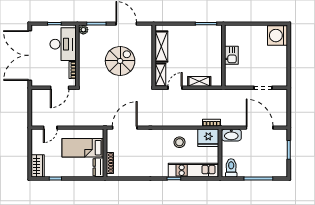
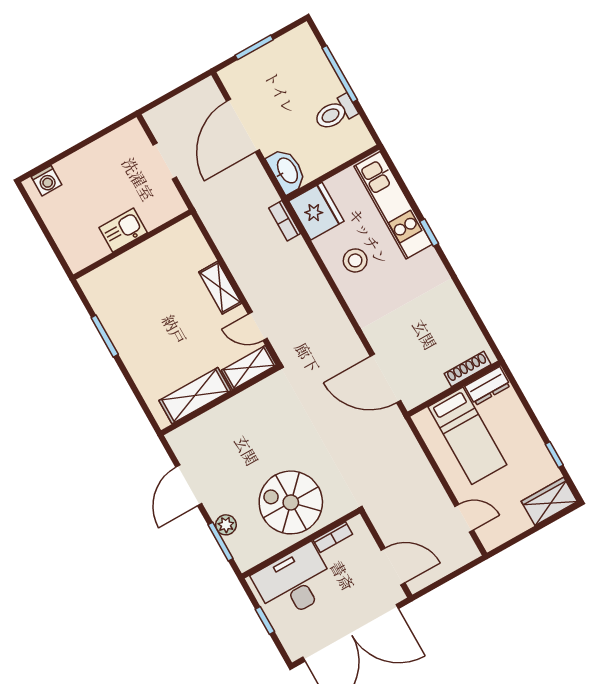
plant: (83, 30) -> (226, 525), moved
washing machine: (277, 36) -> (46, 181), width x0.53, depth x0.53
kitchen sink: (231, 55) -> (123, 230), moved
wall: (223, 56) -> (132, 245), moved
spiral stairs: (120, 61) -> (291, 502), moved
door: (60, 88) -> (393, 566), moved
toilet: (231, 168) -> (335, 113), moved

